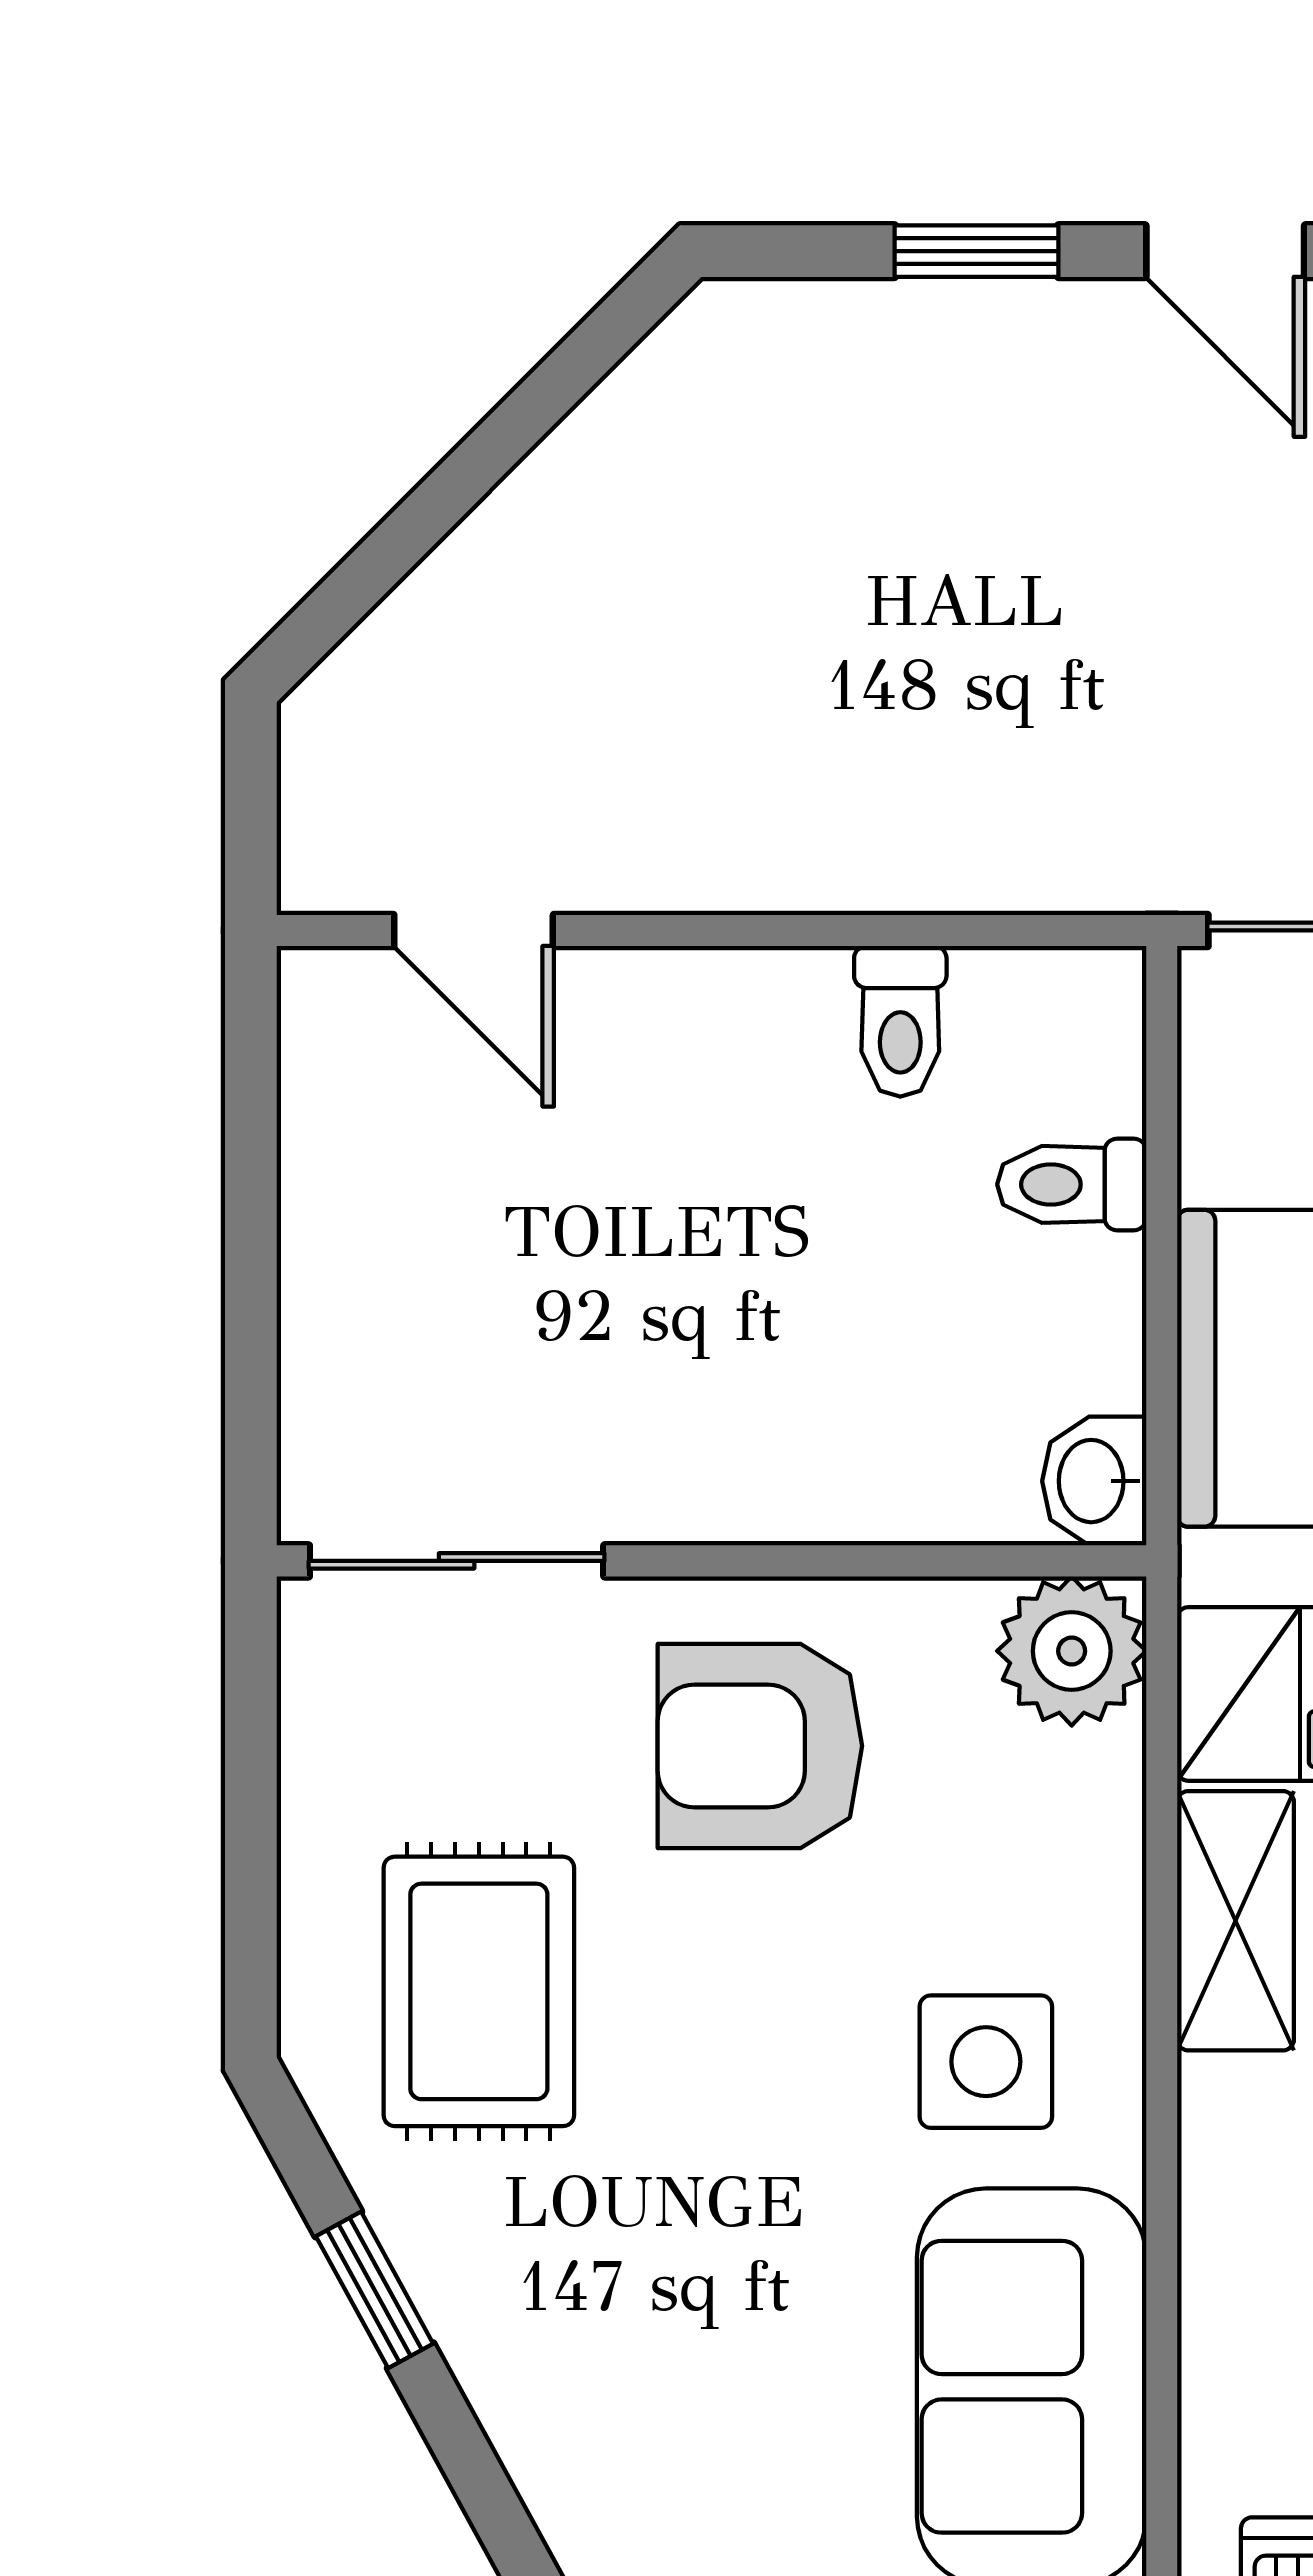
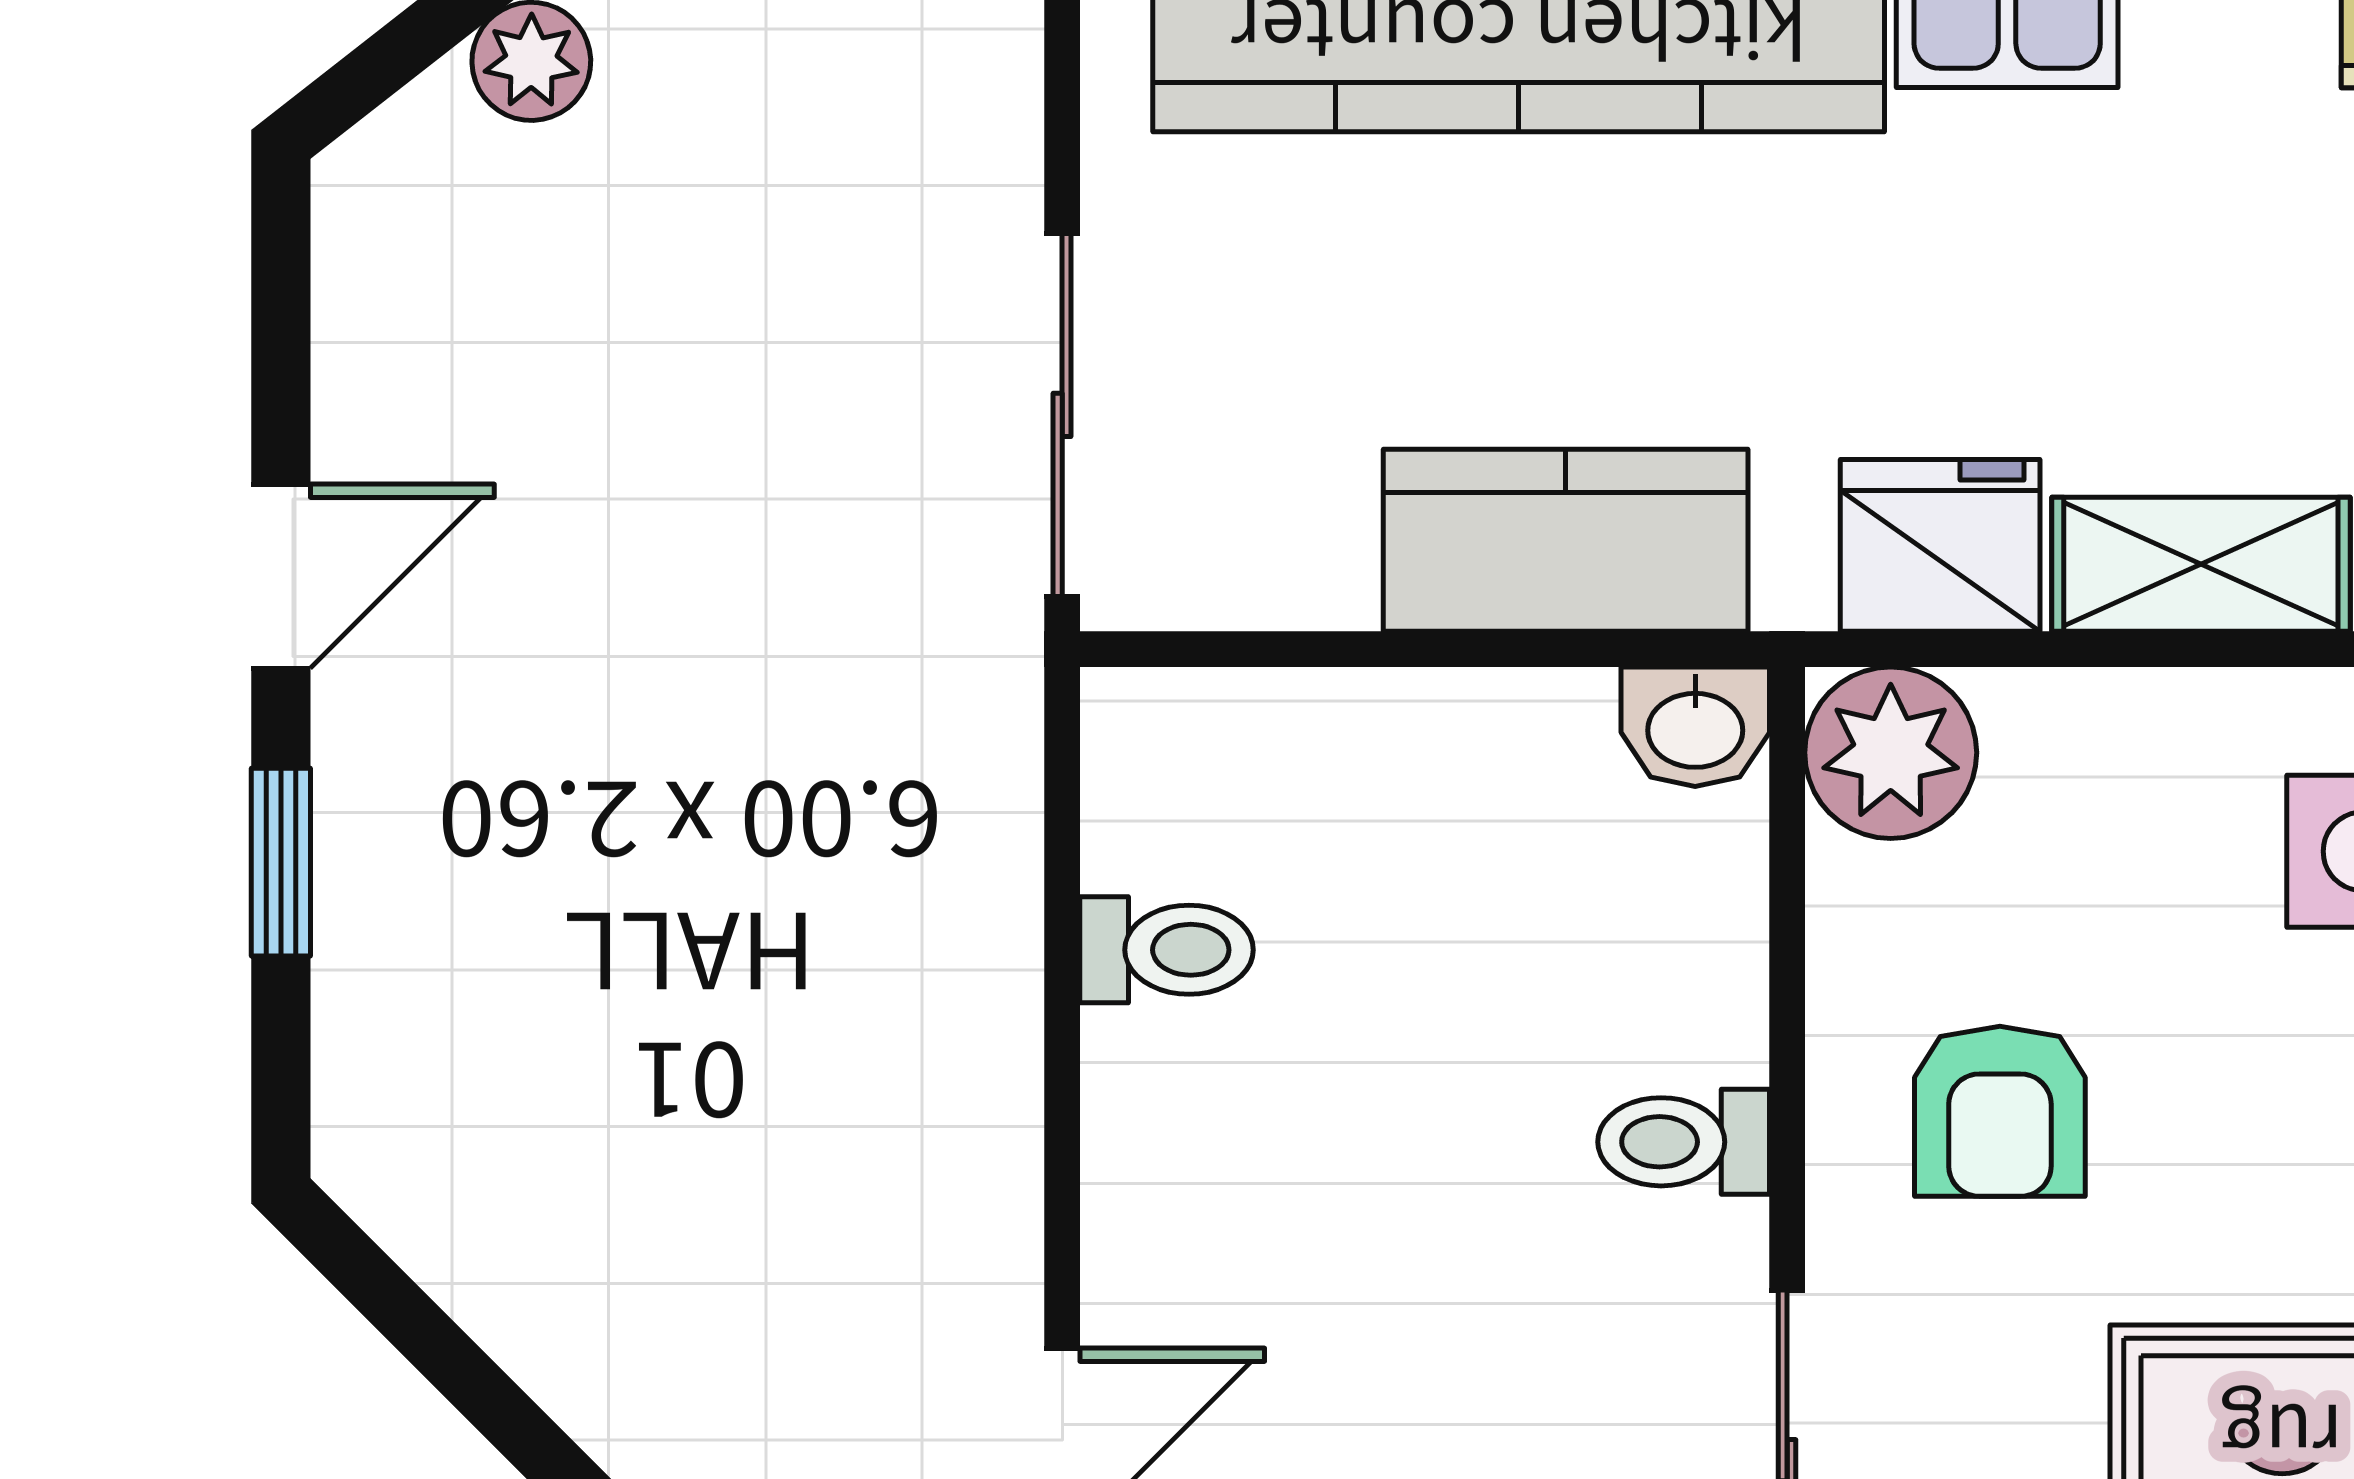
toilet: (1072, 1184) -> (1684, 1142), moved, turned 90
armchair: (760, 1746) -> (2000, 1111), width x0.72, depth x0.72

